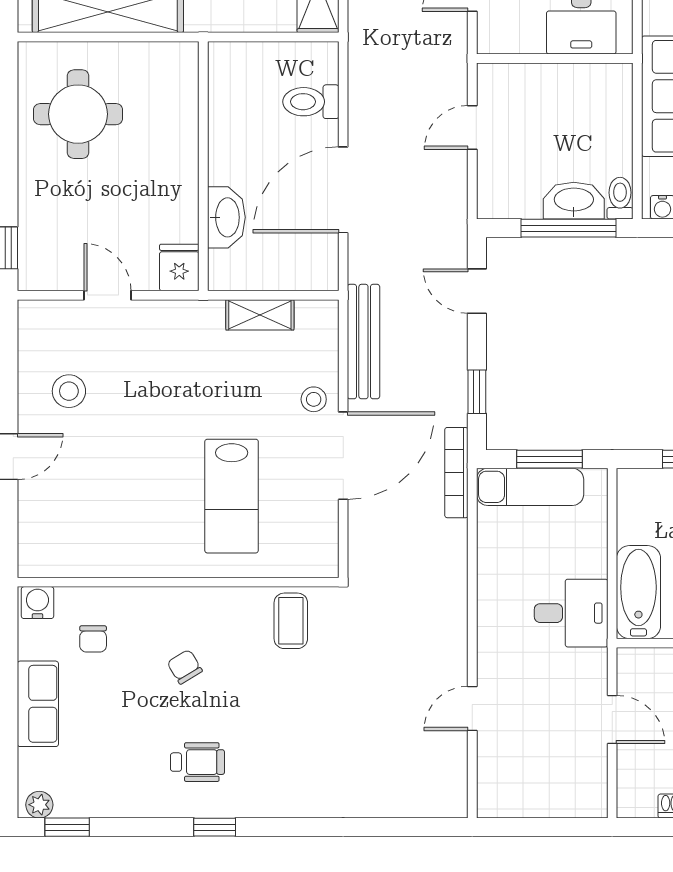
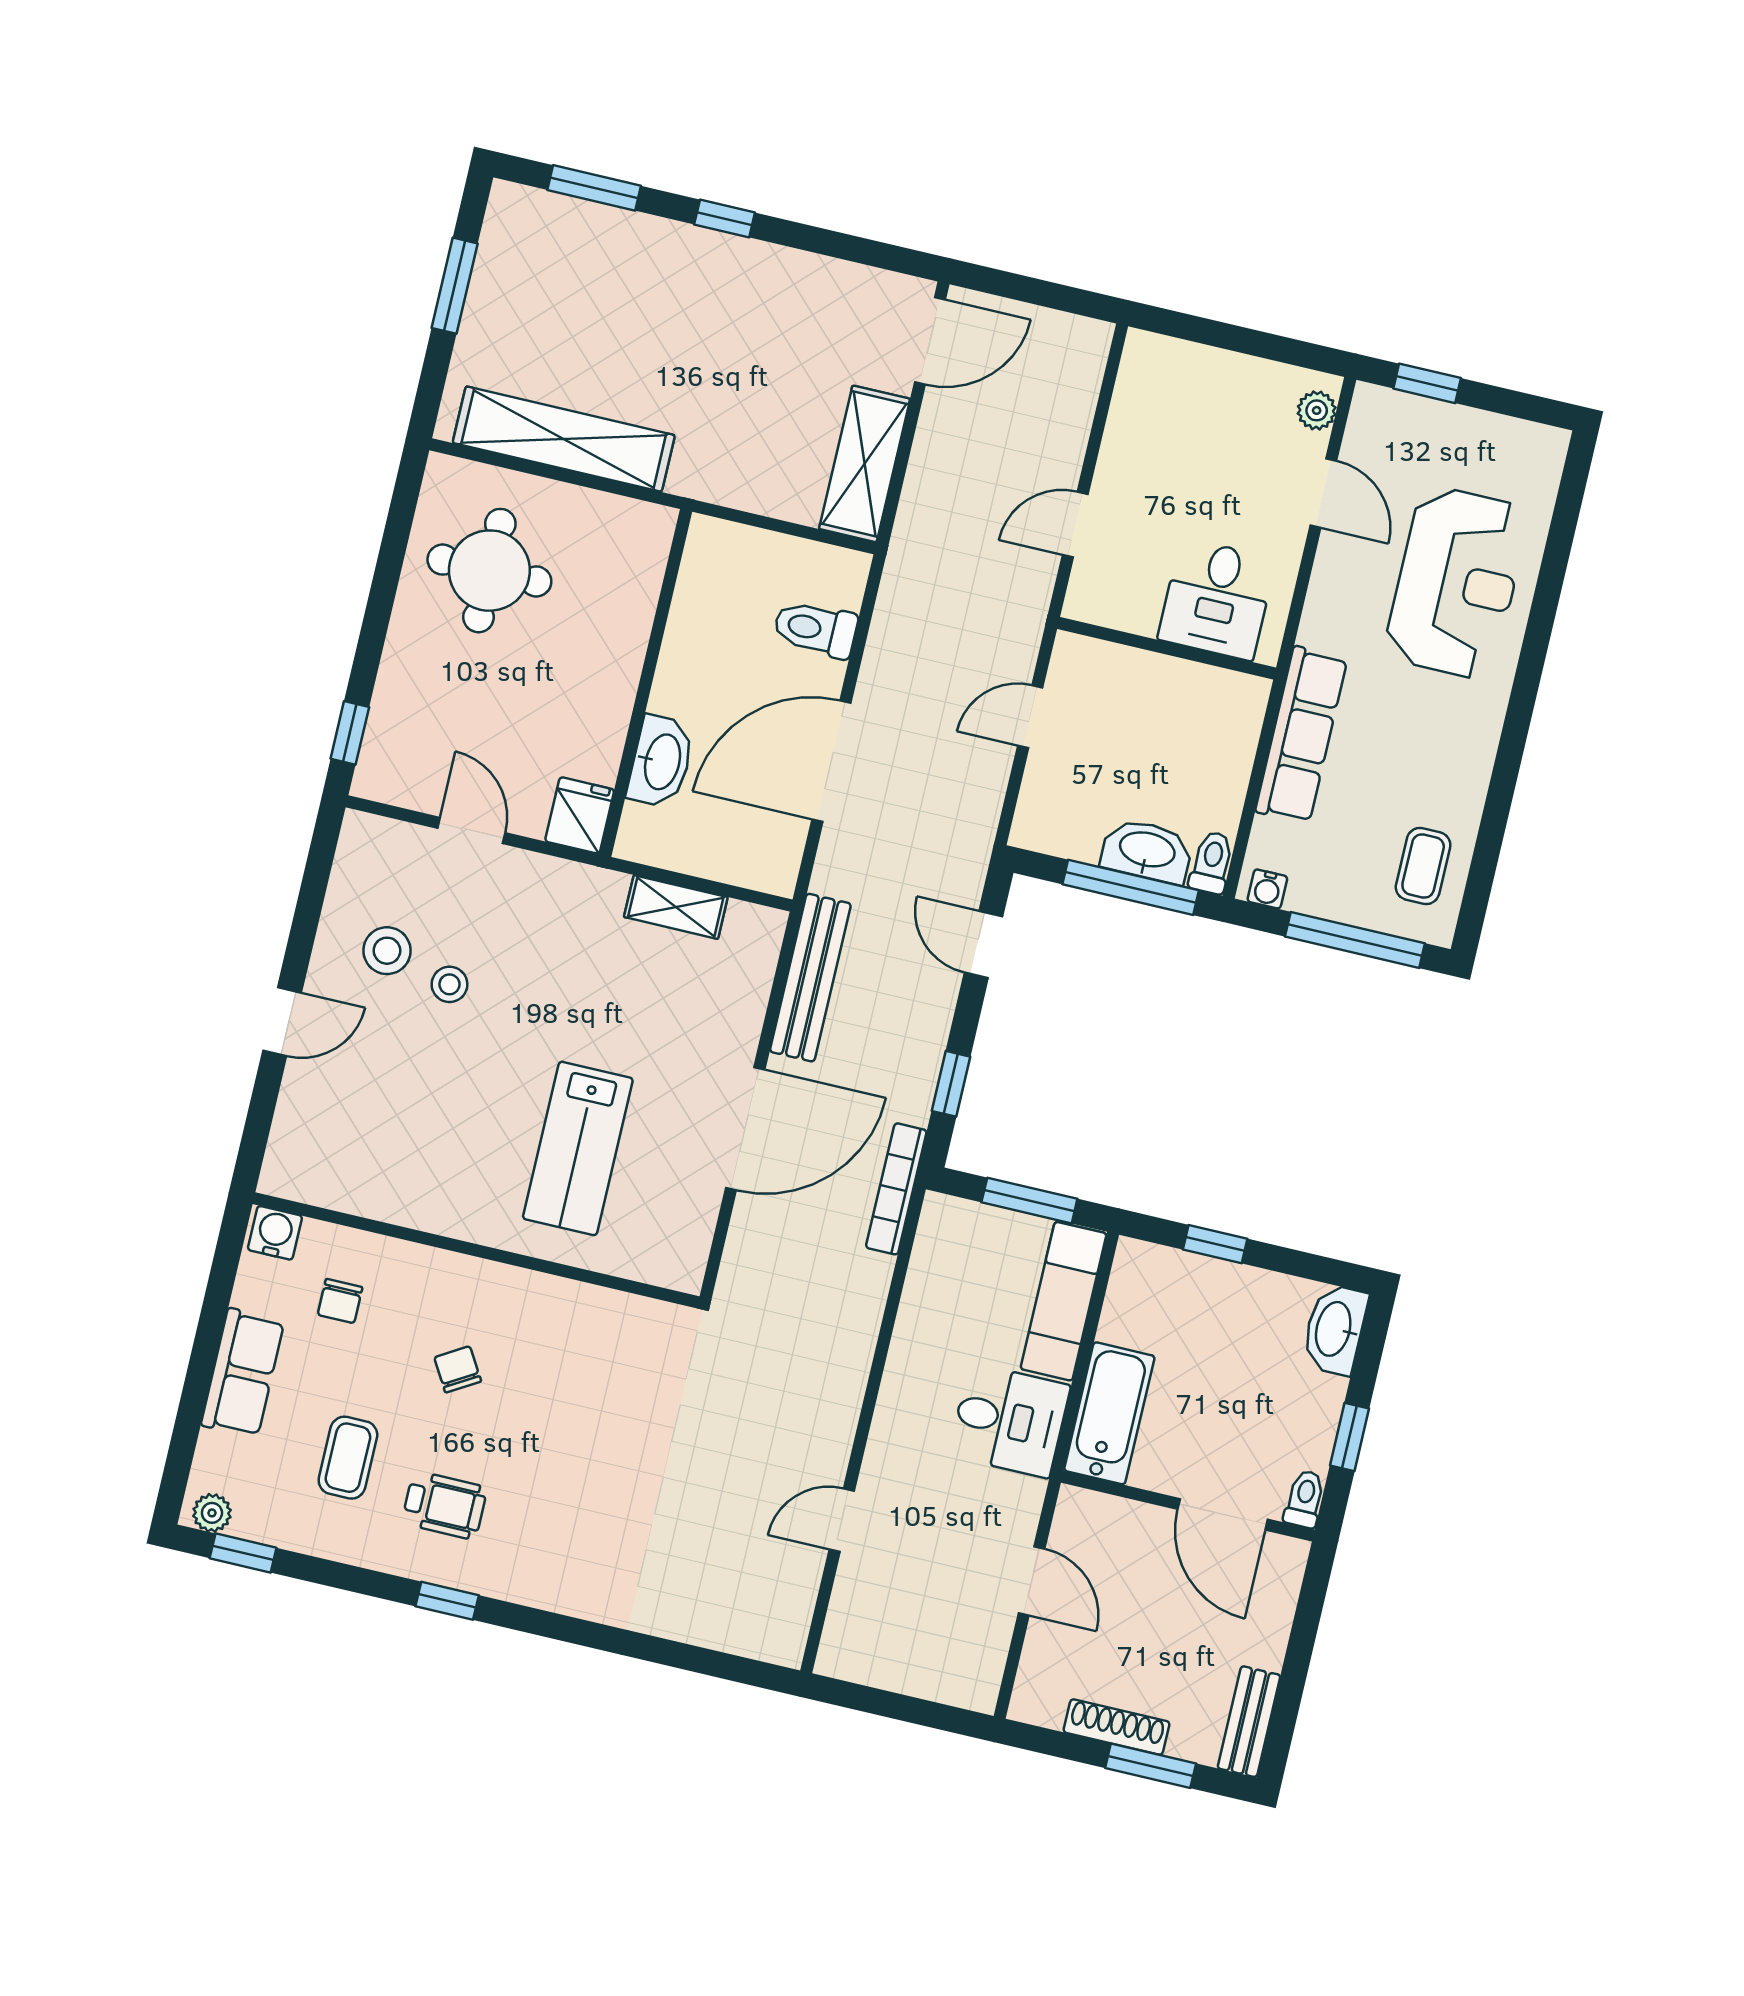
stool: (314, 399) -> (449, 984), moved
exam couch: (530, 487) -> (1064, 1301), moved, turned 90
coffee table: (291, 621) -> (348, 1458), moved

